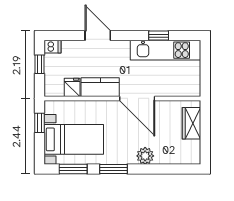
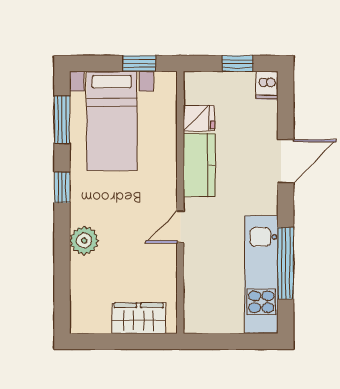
window: (159, 36) -> (286, 263), width x2.17
door: (137, 98) -> (180, 227), width x0.53
window: (113, 169) -> (62, 187), width x0.67

